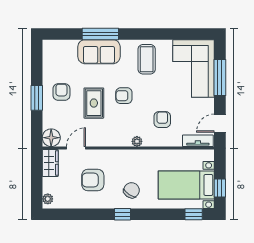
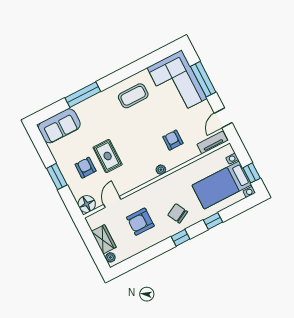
sofa: (99, 52) -> (59, 126), moved
coffee table: (147, 59) -> (133, 96), turned 90
armchair: (61, 92) -> (86, 168), moved
armchair: (124, 96) -> (130, 137), removed
wardrobe: (50, 163) -> (104, 239), moved
chair: (132, 190) -> (178, 213), turned -62
window: (194, 214) -> (213, 221), moved

